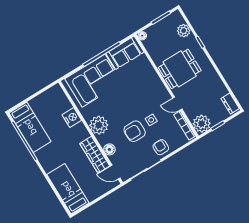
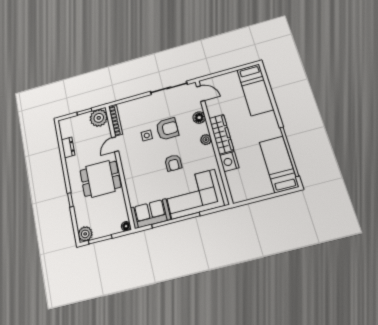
plant: (184, 31) -> (85, 234), moved
door: (177, 104) -> (115, 144), swing flipped
dresser: (230, 104) -> (68, 147), moved
plant: (99, 125) -> (206, 140), width x0.53, depth x0.53
armchair: (161, 147) -> (173, 163), moved
wardrobe: (95, 155) -> (221, 134), moved

